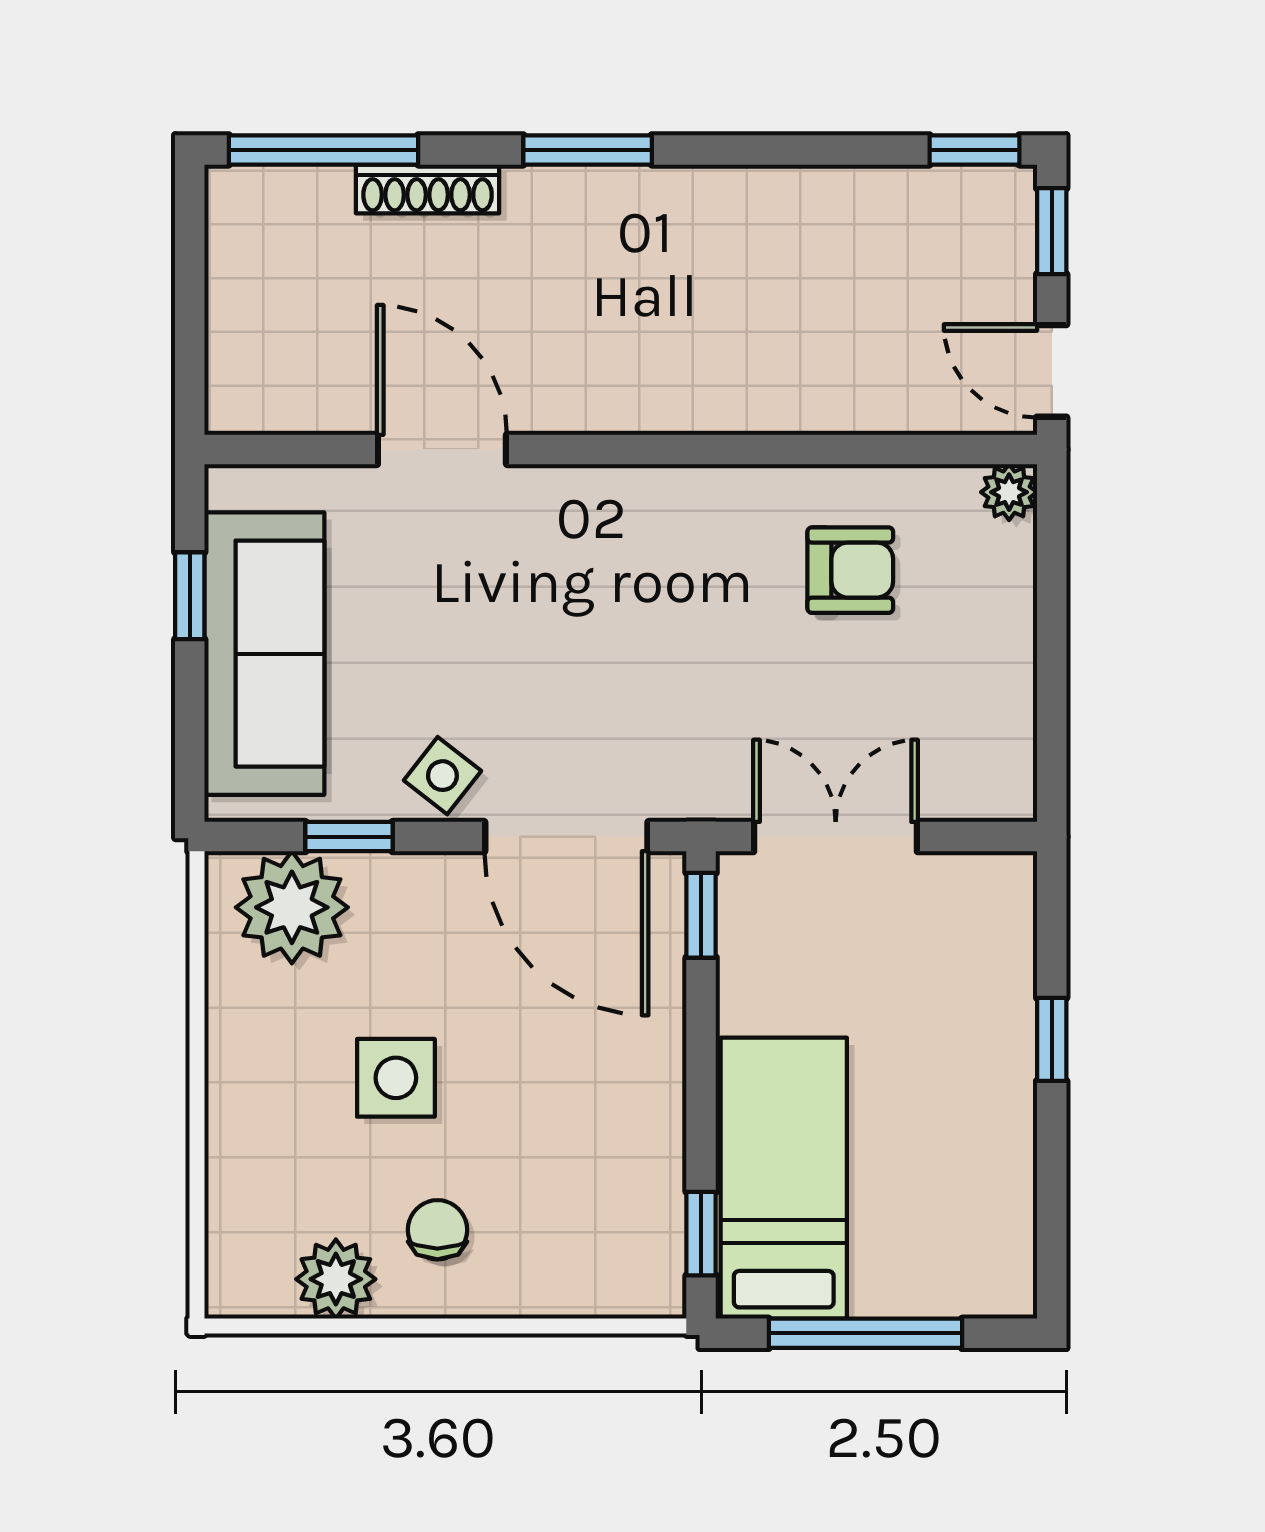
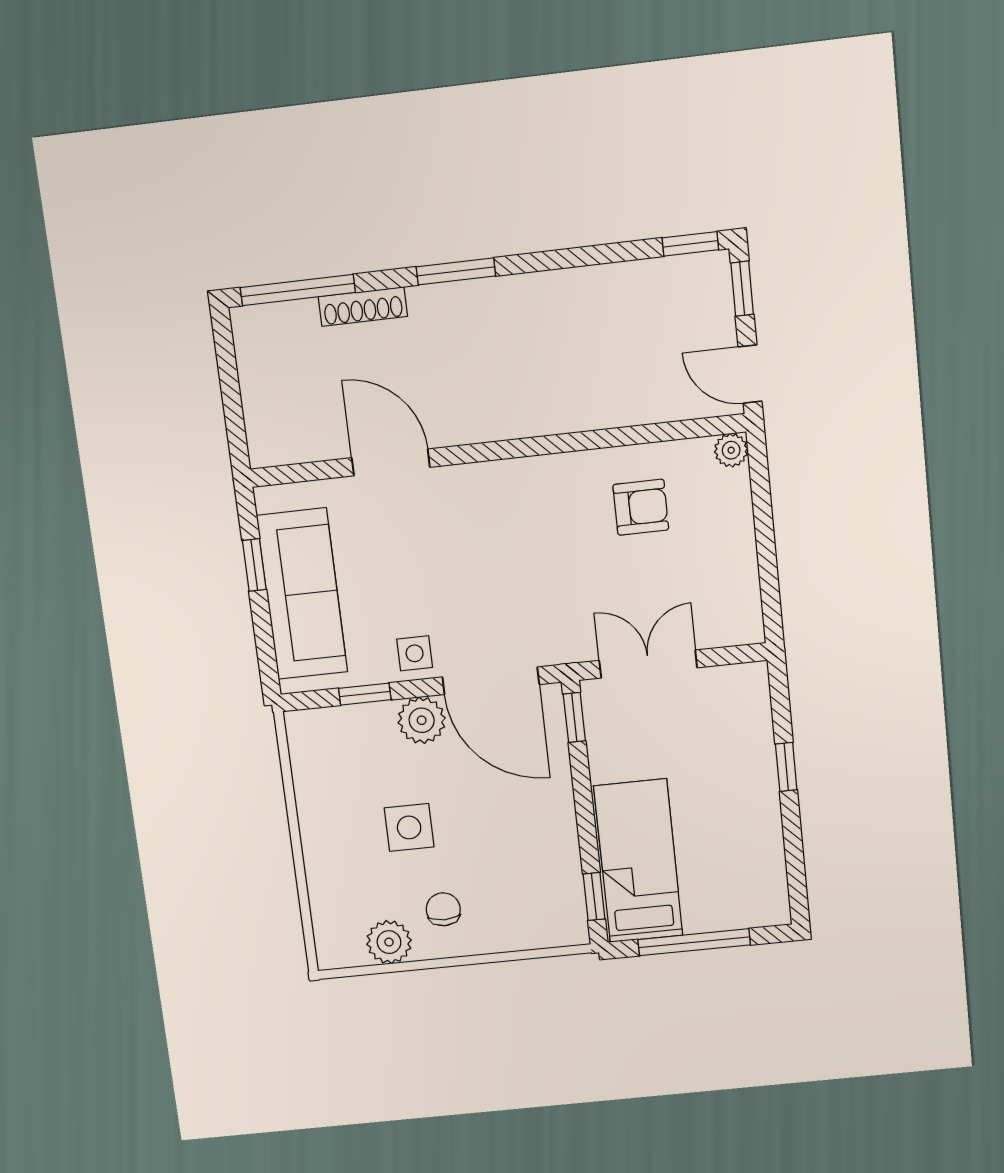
side table: (442, 776) -> (415, 653), turned -38
plant: (292, 907) -> (422, 720), moved, width x0.73, depth x0.73

